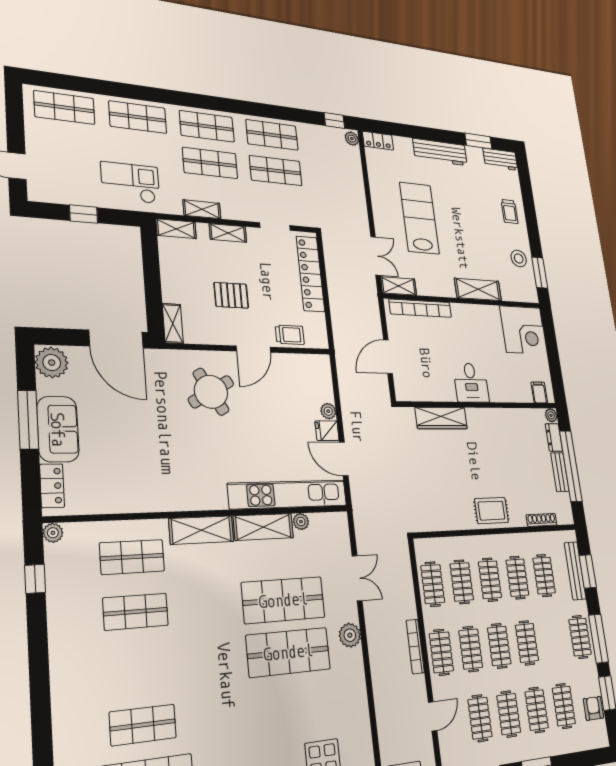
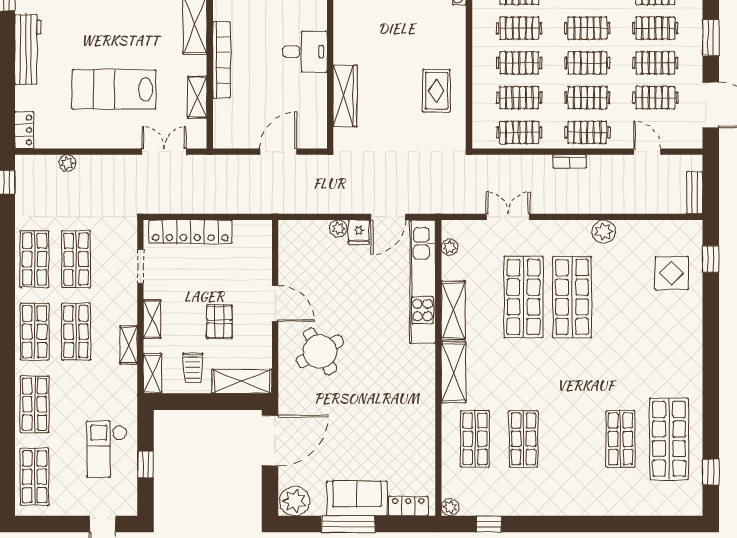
plant: (352, 139) -> (67, 163), moved
checkout: (130, 183) -> (107, 449), moved
shelving: (399, 286) -> (197, 97), moved
bookcase: (420, 308) -> (221, 60), moved
shelving: (173, 323) -> (242, 381), width x1.50, depth x1.33
trolley: (290, 335) -> (193, 368), moved, turned 180
door: (388, 357) -> (278, 152), swing flipped
rug: (491, 511) -> (436, 91), moved
plant: (301, 522) -> (450, 247), moved
plant: (350, 635) -> (604, 232), moved
bookcase: (415, 646) -> (570, 161), width x0.64

